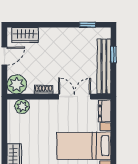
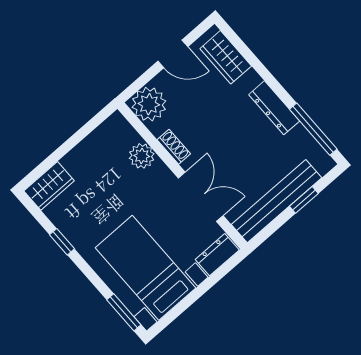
window: (87, 25) -> (313, 129), width x2.17
dresser: (64, 33) -> (274, 108), added
plant: (22, 106) -> (142, 156), moved

